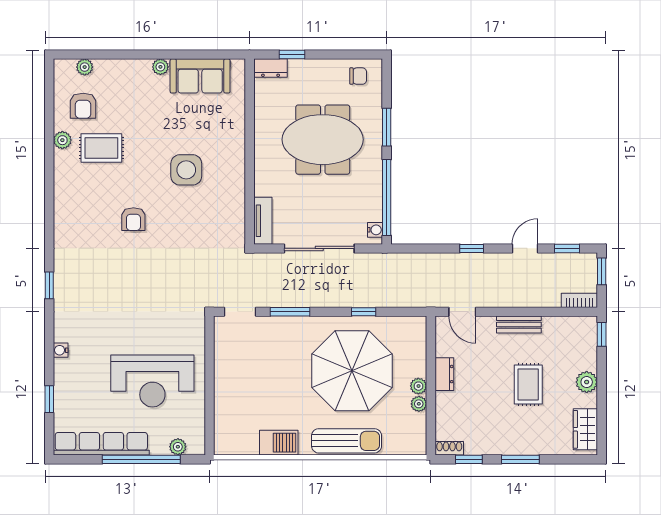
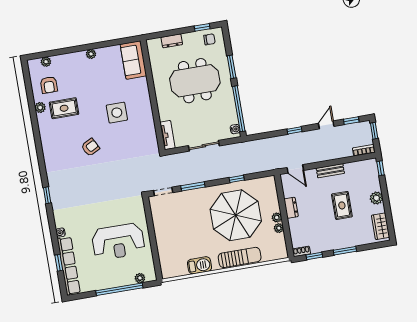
window: (292, 55) -> (202, 27), moved
dresser: (271, 68) -> (172, 41), moved
sofa: (200, 76) -> (133, 60), moved, turned 90
armchair: (133, 219) -> (90, 147), turned -118
sliding door: (319, 248) -> (204, 146), width x0.73
row of seats: (101, 444) -> (69, 266), moved, turned 90

